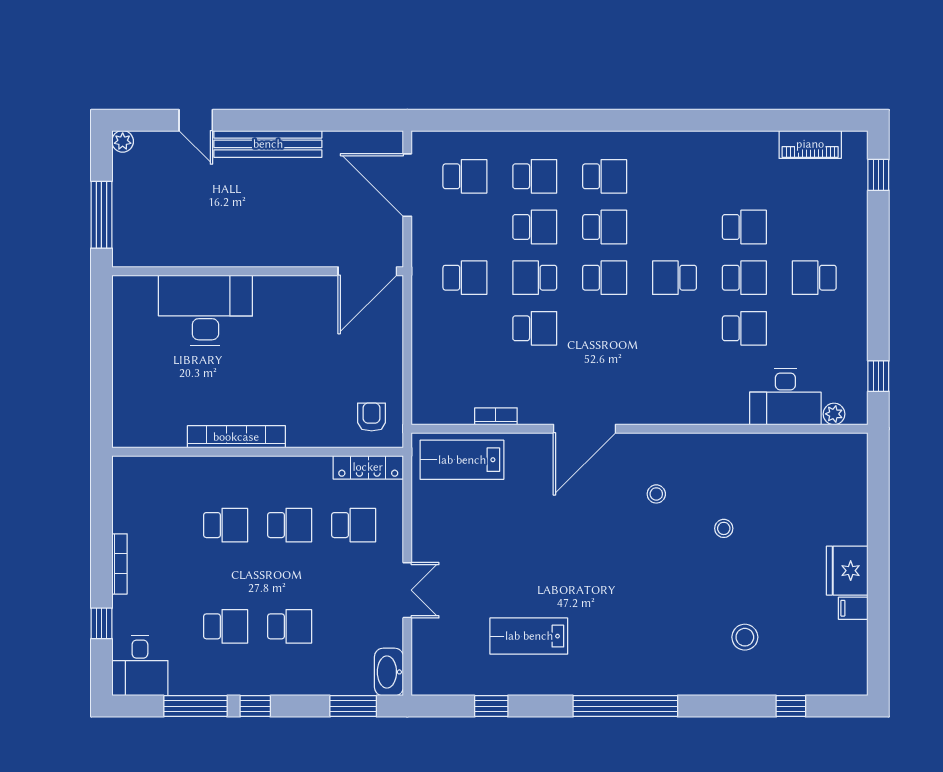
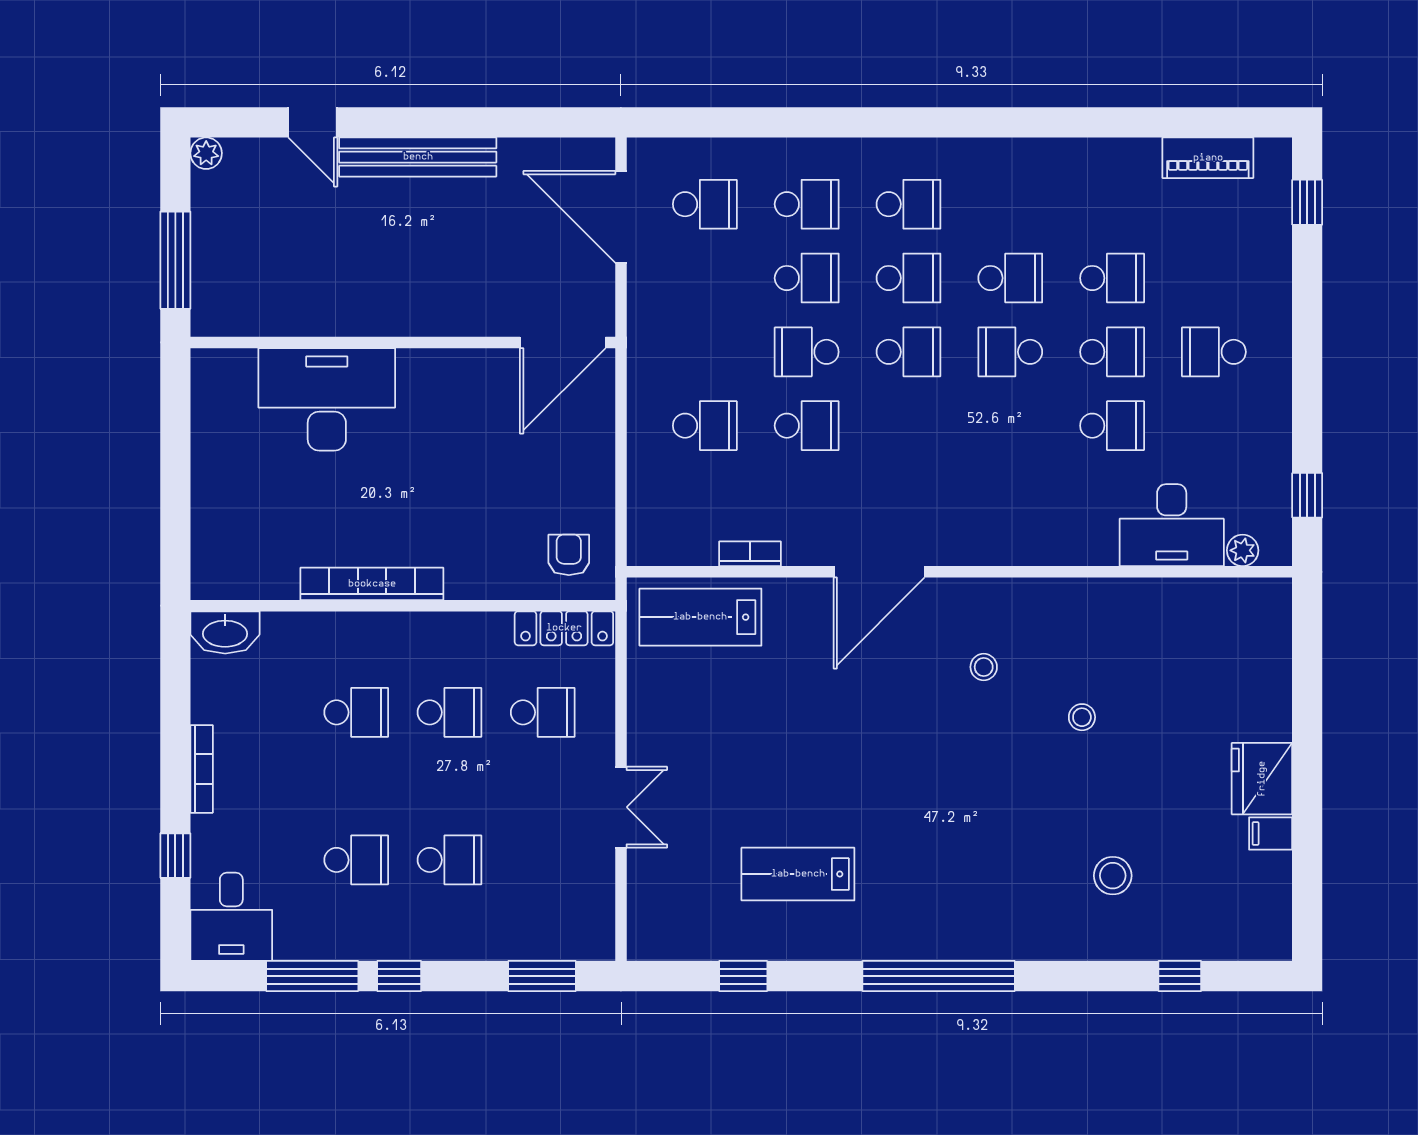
school desk: (675, 227) -> (1010, 278), added
school desk: (465, 278) -> (705, 426), moved
washbasin: (389, 672) -> (225, 632), moved, turned -90

